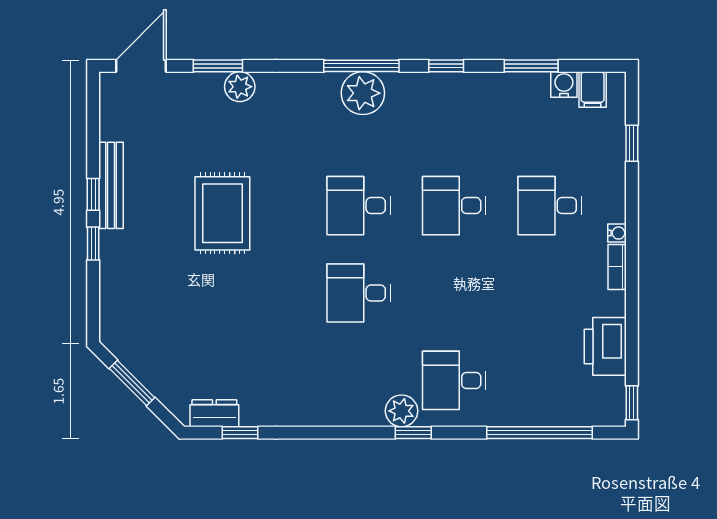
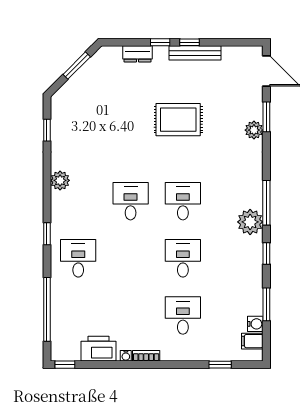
plant: (363, 93) -> (250, 222), moved
water cooler: (617, 233) -> (126, 356), moved
plant: (402, 411) -> (60, 180), moved
dresser: (214, 413) -> (138, 54), moved, turned 90

